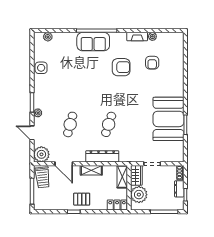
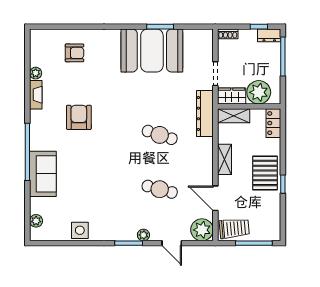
sofa: (93, 42) -> (43, 174), moved
armchair: (152, 63) -> (75, 53), moved
door: (32, 133) -> (172, 243), hinge flipped
dresser: (102, 156) -> (205, 113), moved
door: (64, 164) -> (215, 198), swing flipped
dresser: (179, 189) -> (269, 35), moved
pallet: (82, 199) -> (265, 173), width x1.50, depth x1.42

